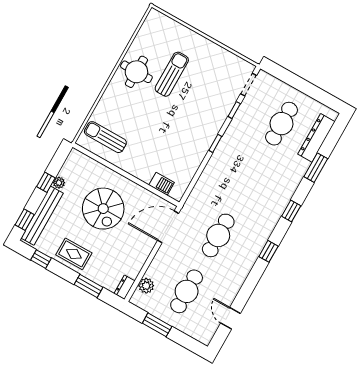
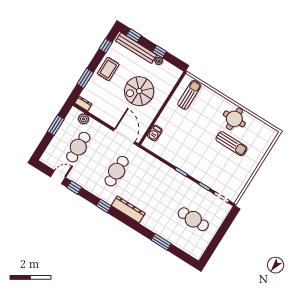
dresser: (316, 138) -> (128, 209), moved
window: (291, 211) -> (74, 187), moved
cafe table: (218, 235) -> (117, 171), turned 90
cafe table: (187, 291) -> (78, 147), turned 90

